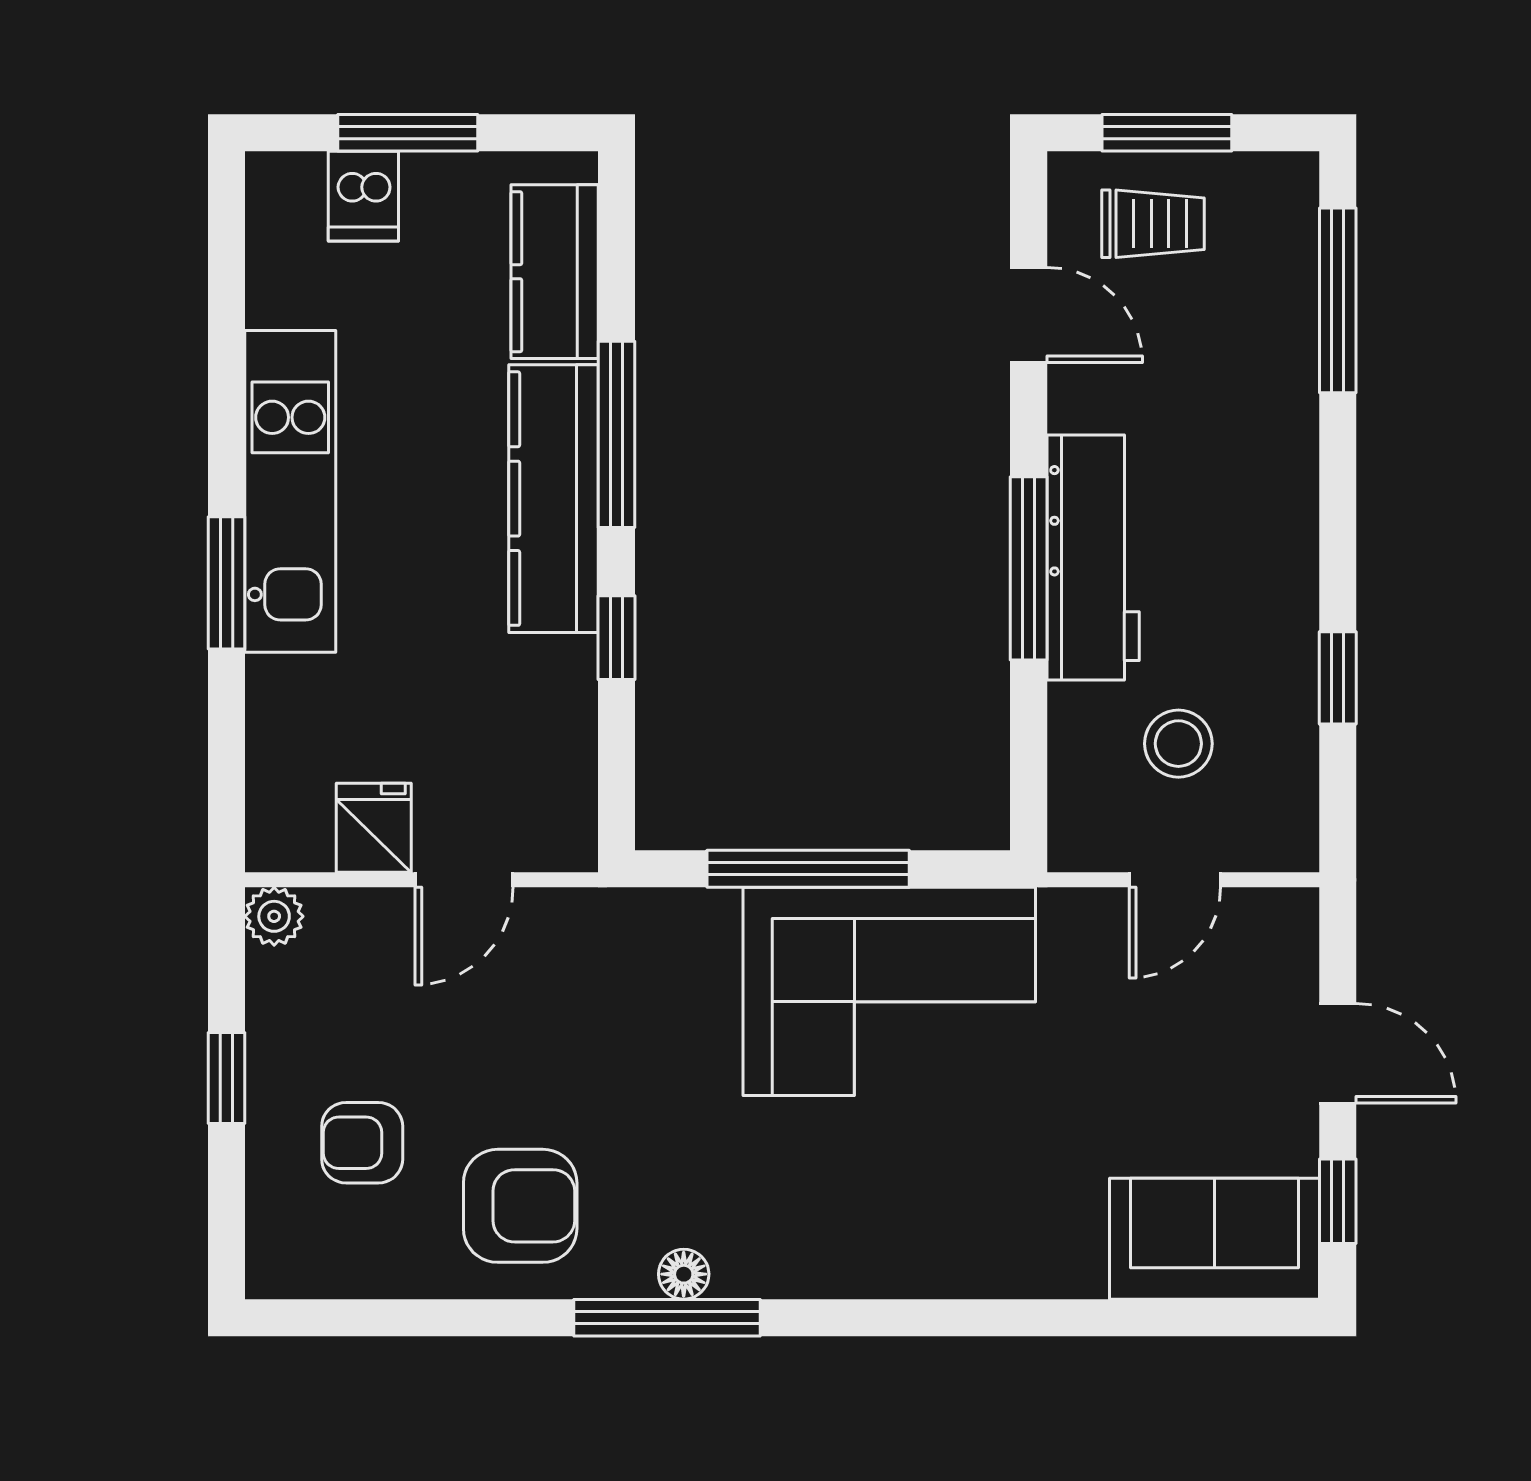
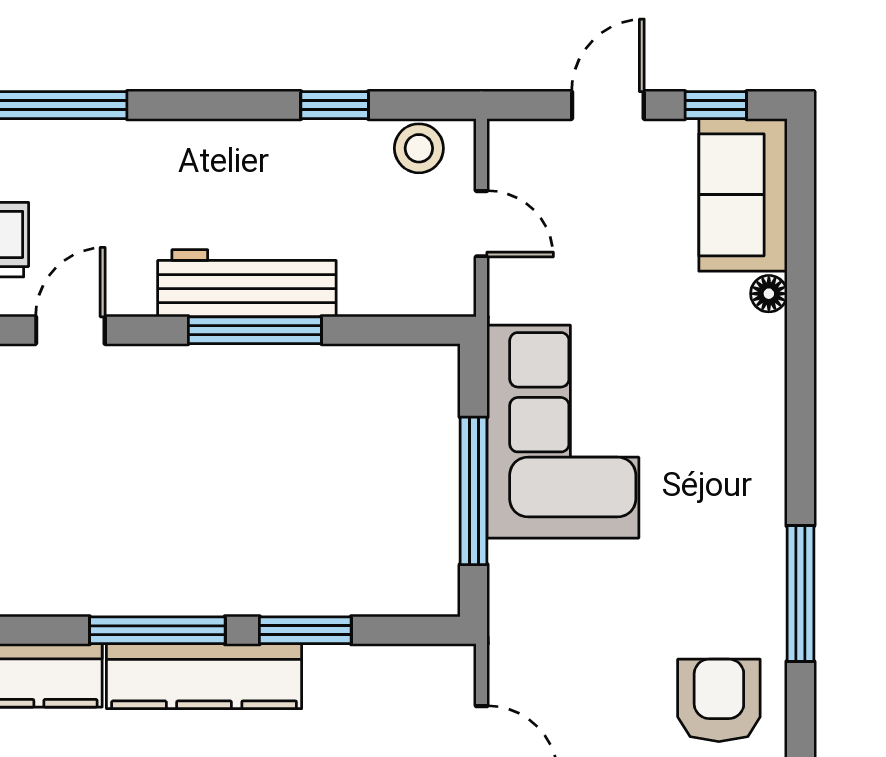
window: (617, 638) -> (305, 630), width x1.50
stool: (1178, 744) -> (419, 148), moved
floor lamp: (684, 1274) -> (769, 294), moved

